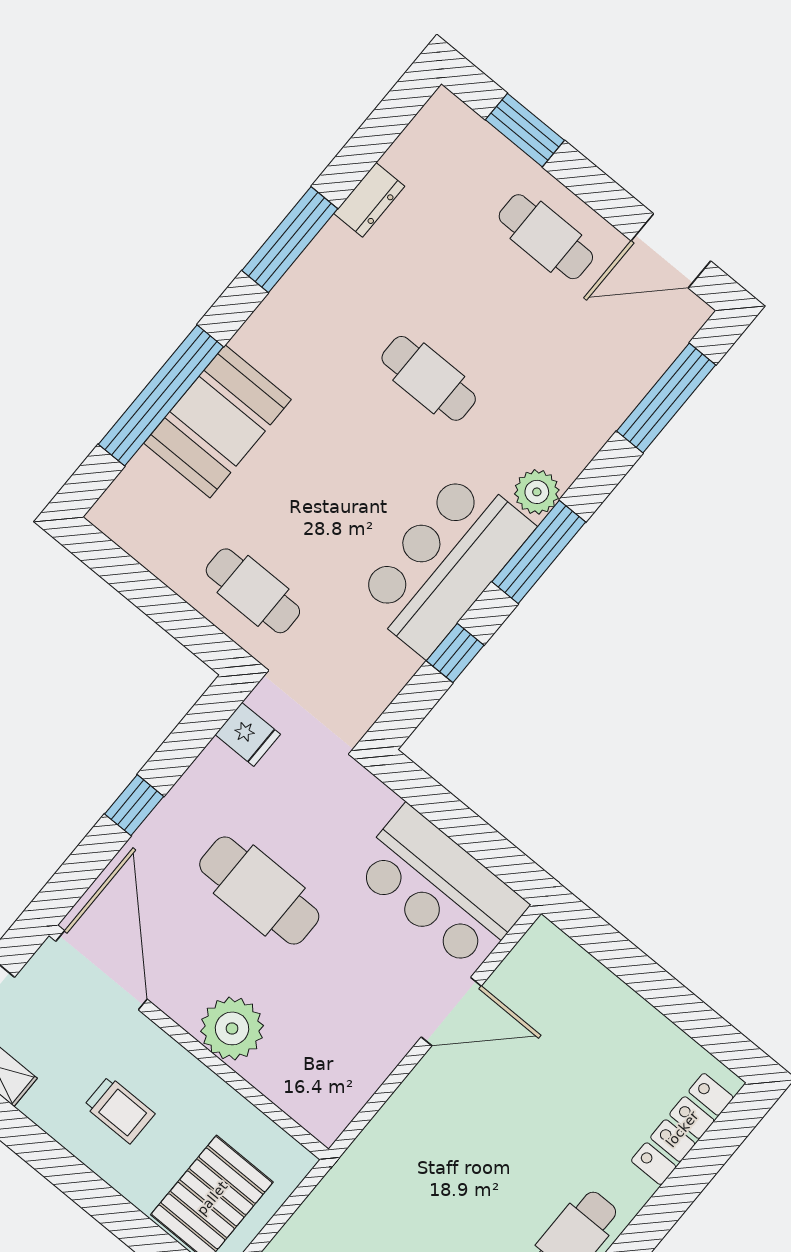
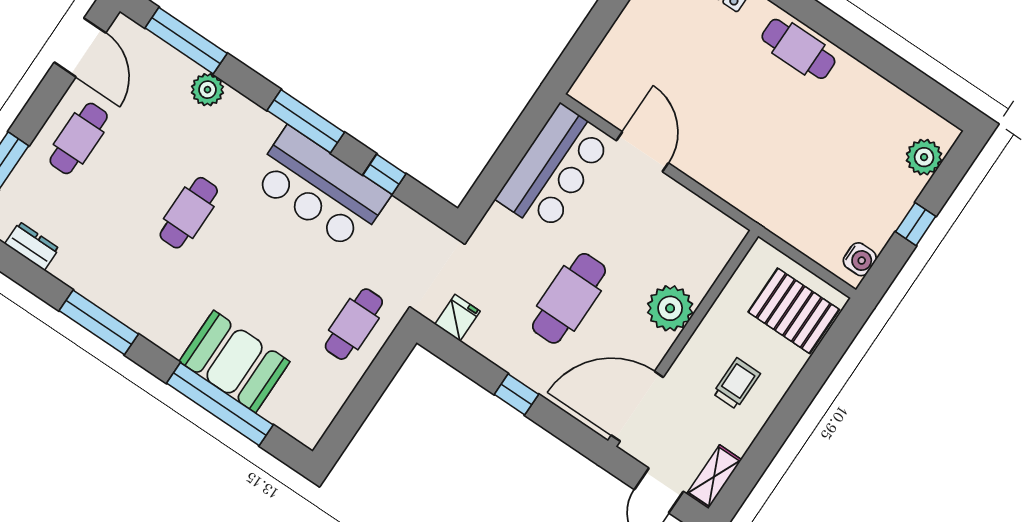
dresser: (369, 200) -> (32, 246), moved
plant: (537, 492) -> (207, 90), moved

